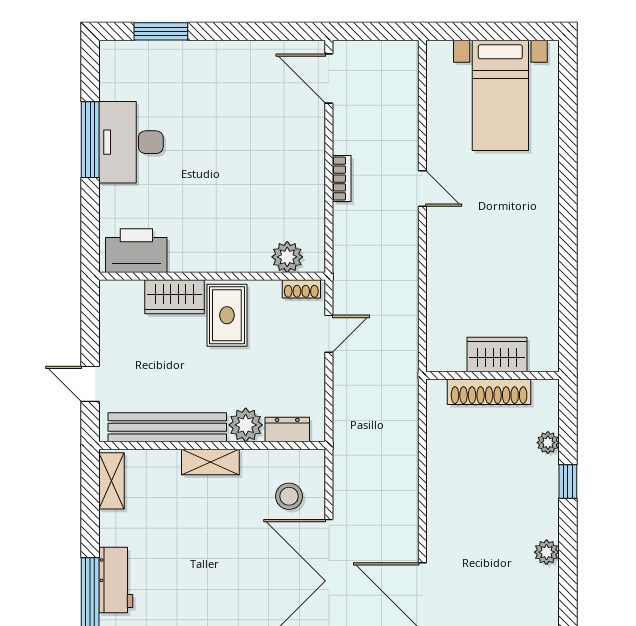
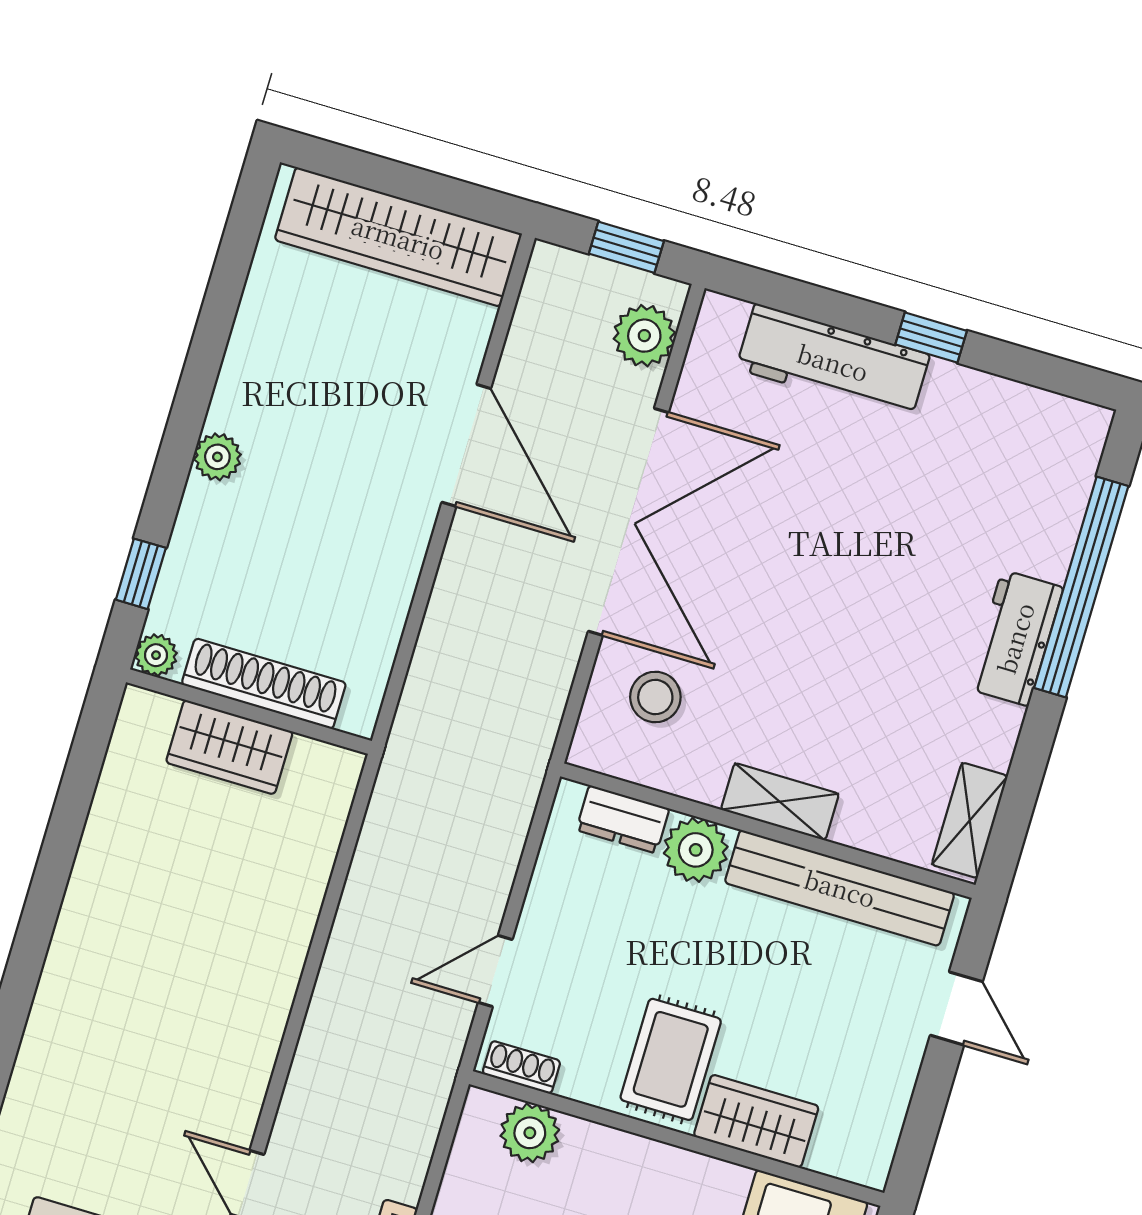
wardrobe: (497, 355) -> (229, 747), moved
wall: (492, 375) -> (249, 712), moved
shoe rack: (489, 392) -> (264, 684), moved

